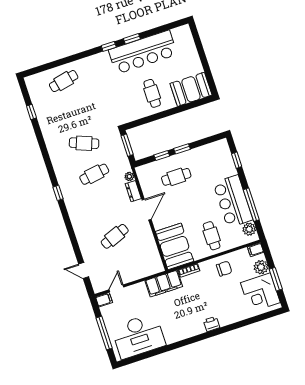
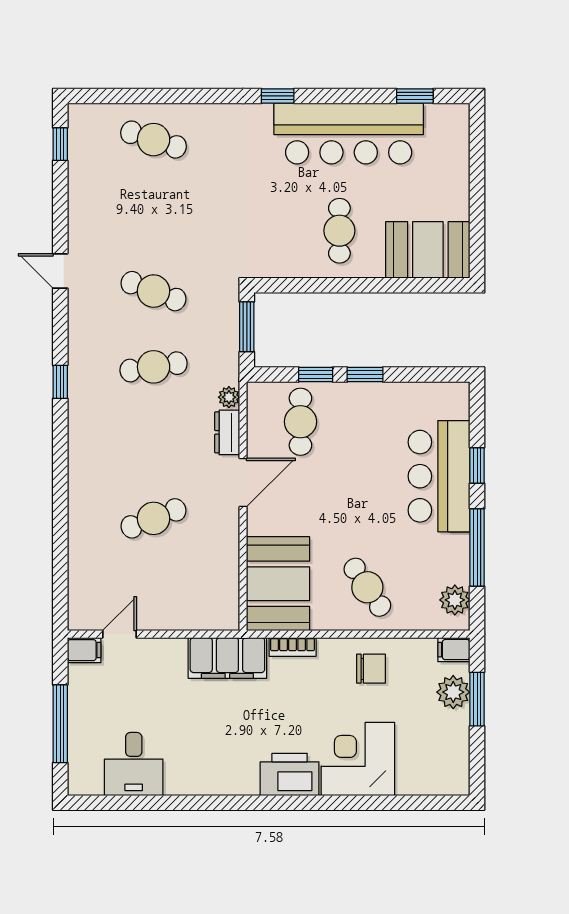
window: (132, 39) -> (415, 96), moved
cafe table: (64, 81) -> (154, 140), turned 30
window: (31, 112) -> (60, 144), moved
window: (237, 160) -> (477, 465), moved
cafe table: (176, 177) -> (300, 422), moved, turned 90
bar counter: (233, 201) -> (439, 476), moved
cafe table: (212, 236) -> (367, 587), turned -34
door: (84, 270) -> (60, 271), moved
window: (276, 279) -> (477, 699), moved
corner desk: (260, 293) -> (358, 759), moved, turned 90
printer: (212, 324) -> (290, 774), width x1.87, depth x1.48
desk: (138, 336) -> (134, 764), width x0.53, depth x0.77

